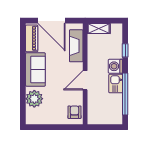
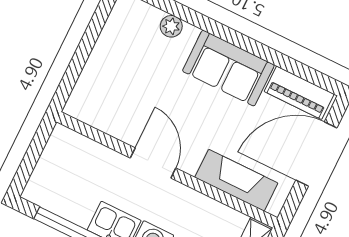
plant: (34, 99) -> (171, 26), width x0.53, depth x0.53
armchair: (74, 112) -> (96, 107), removed

